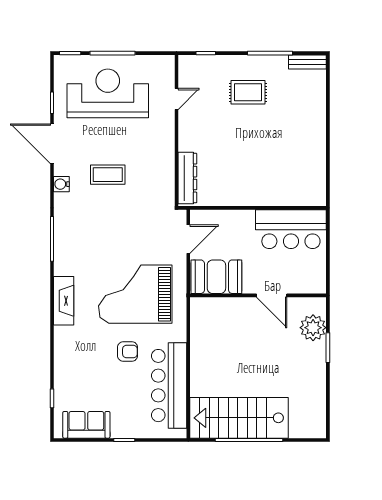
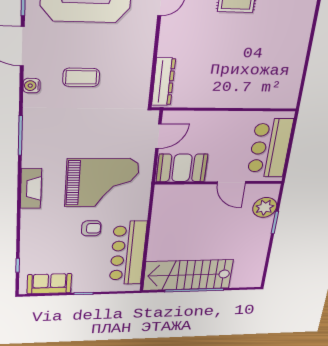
bar counter: (291, 229) -> (270, 148), moved, turned 90
grand piano: (135, 294) -> (102, 183), turned 180

